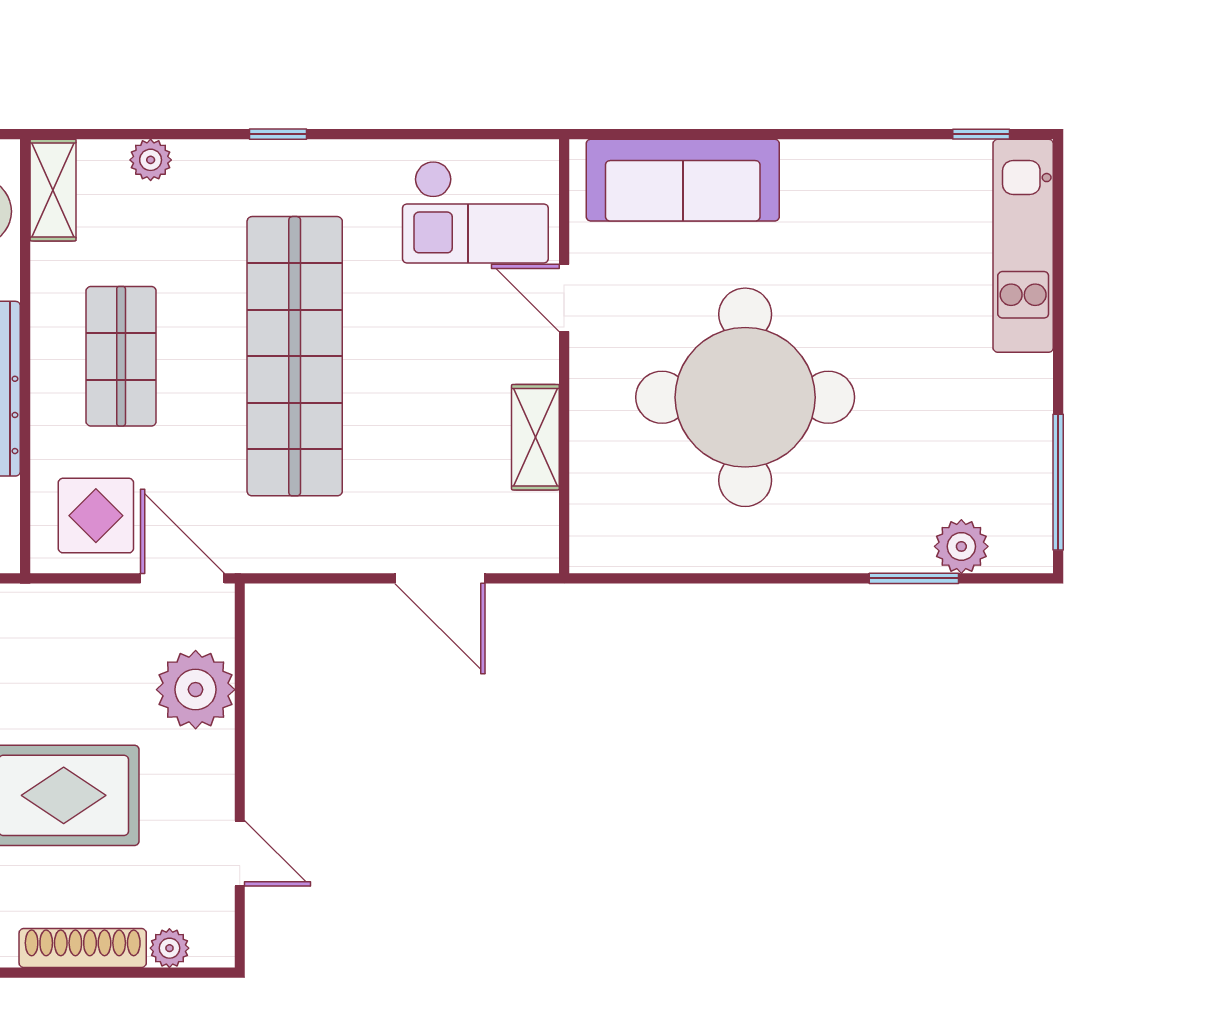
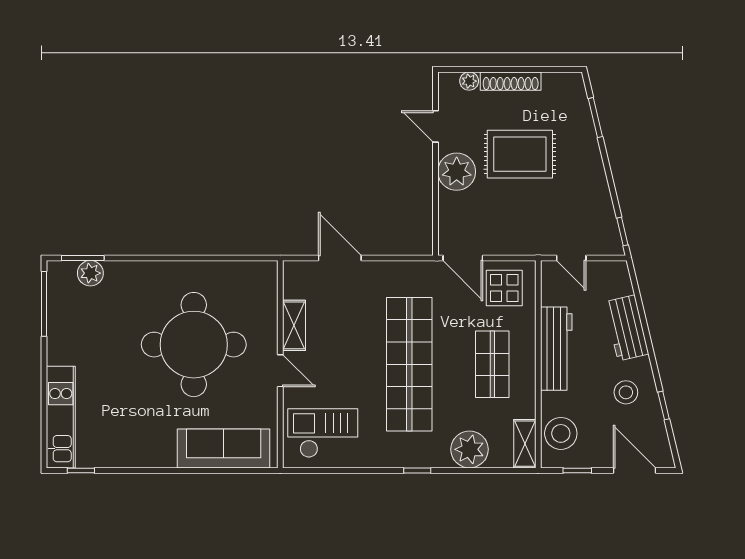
plant: (151, 160) -> (469, 449), width x1.88, depth x1.88
door: (564, 298) -> (280, 371), moved
window: (914, 578) -> (83, 258), moved
plant: (196, 690) -> (457, 172), moved

